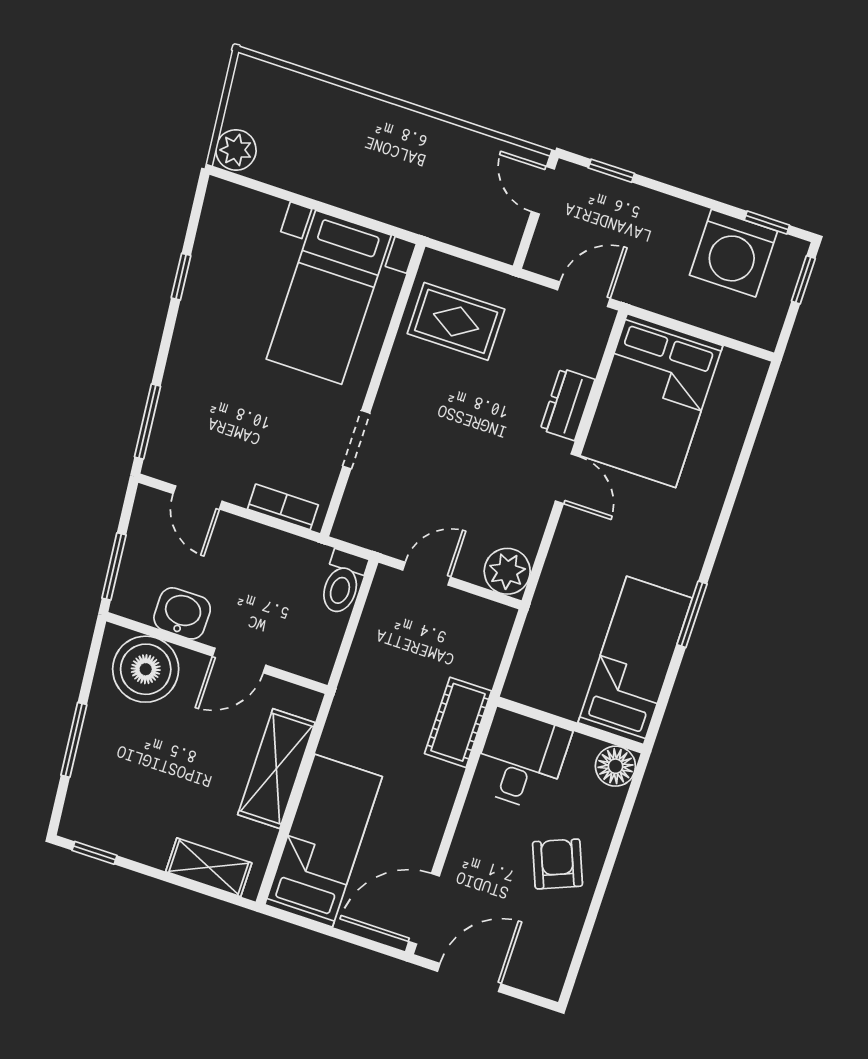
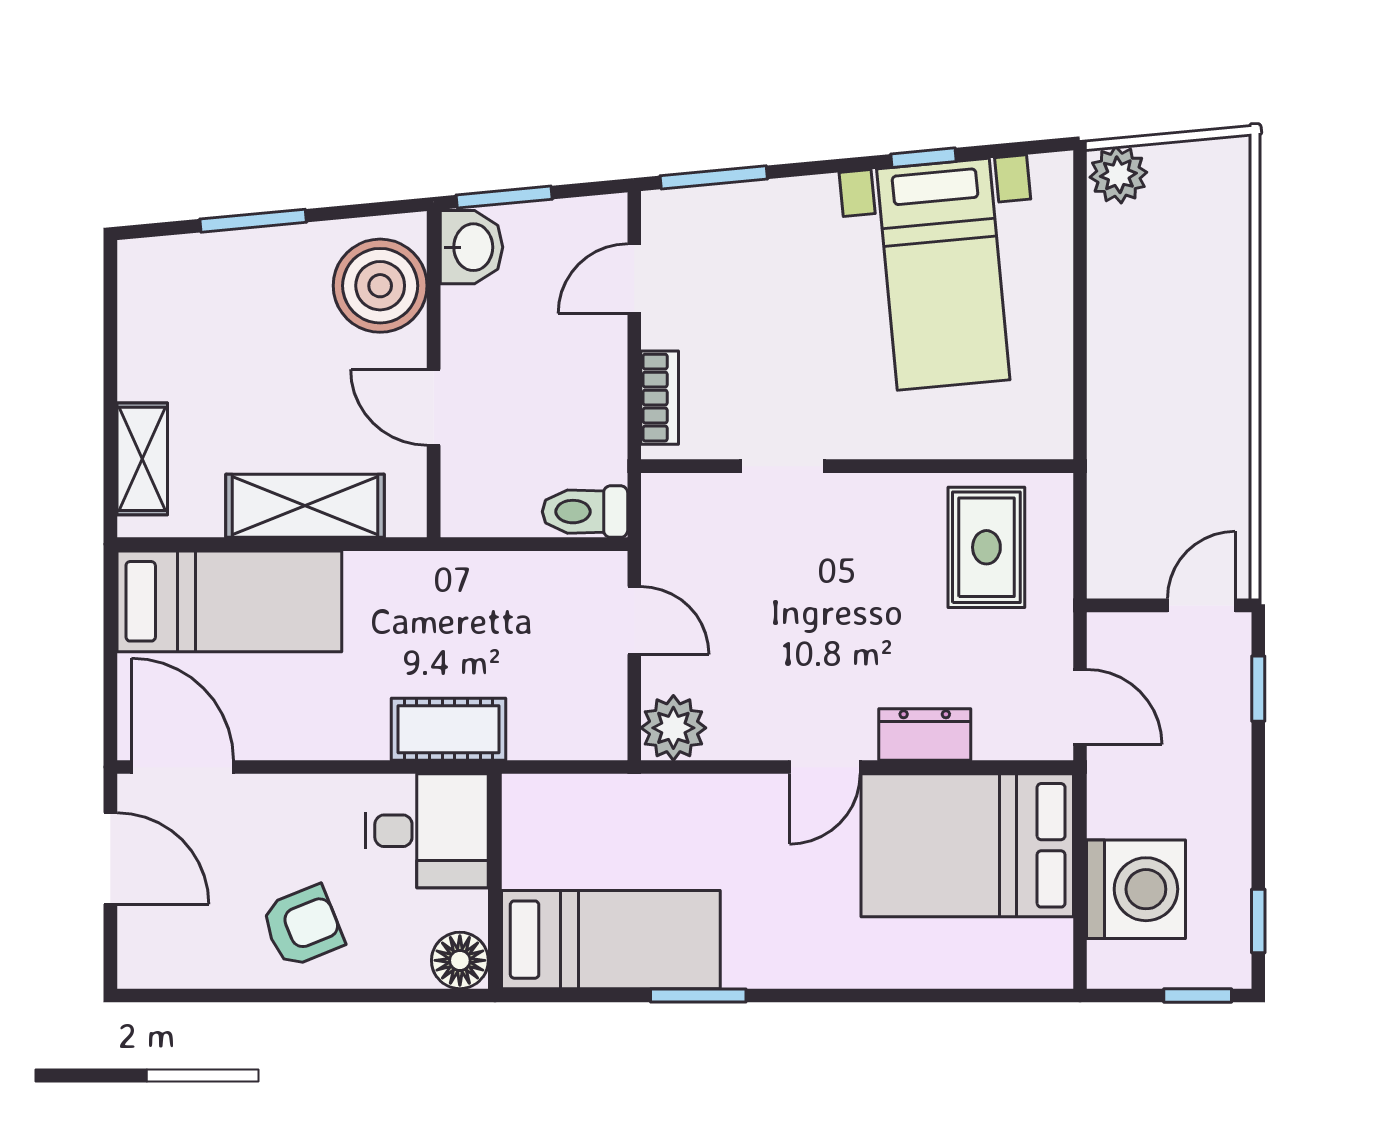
washing machine: (733, 253) -> (1136, 889), moved, turned 180
bed with nightstands: (329, 297) -> (943, 274), moved, turned -95
washbasin: (182, 613) -> (471, 247), moved
window: (94, 853) -> (110, 299), removed

